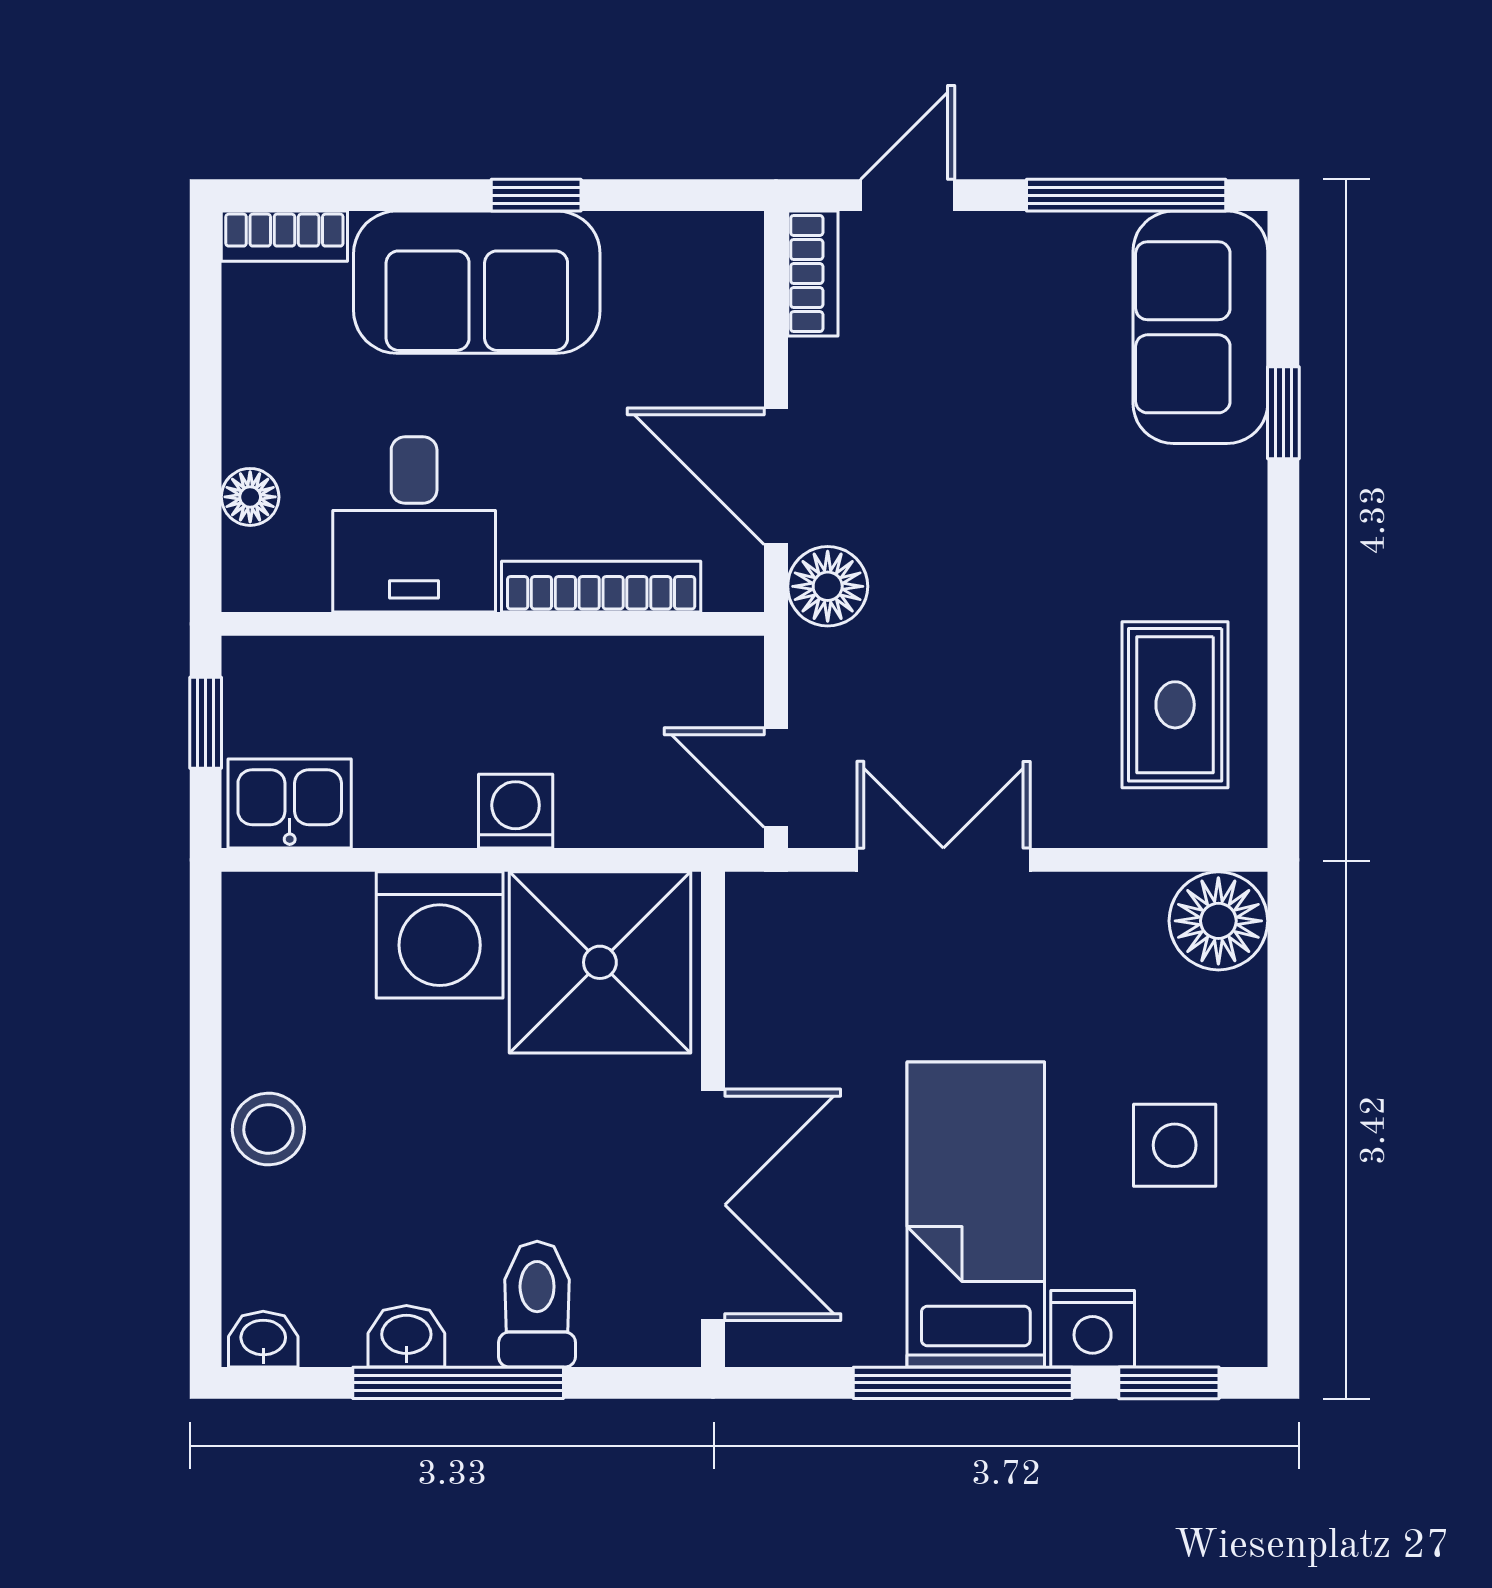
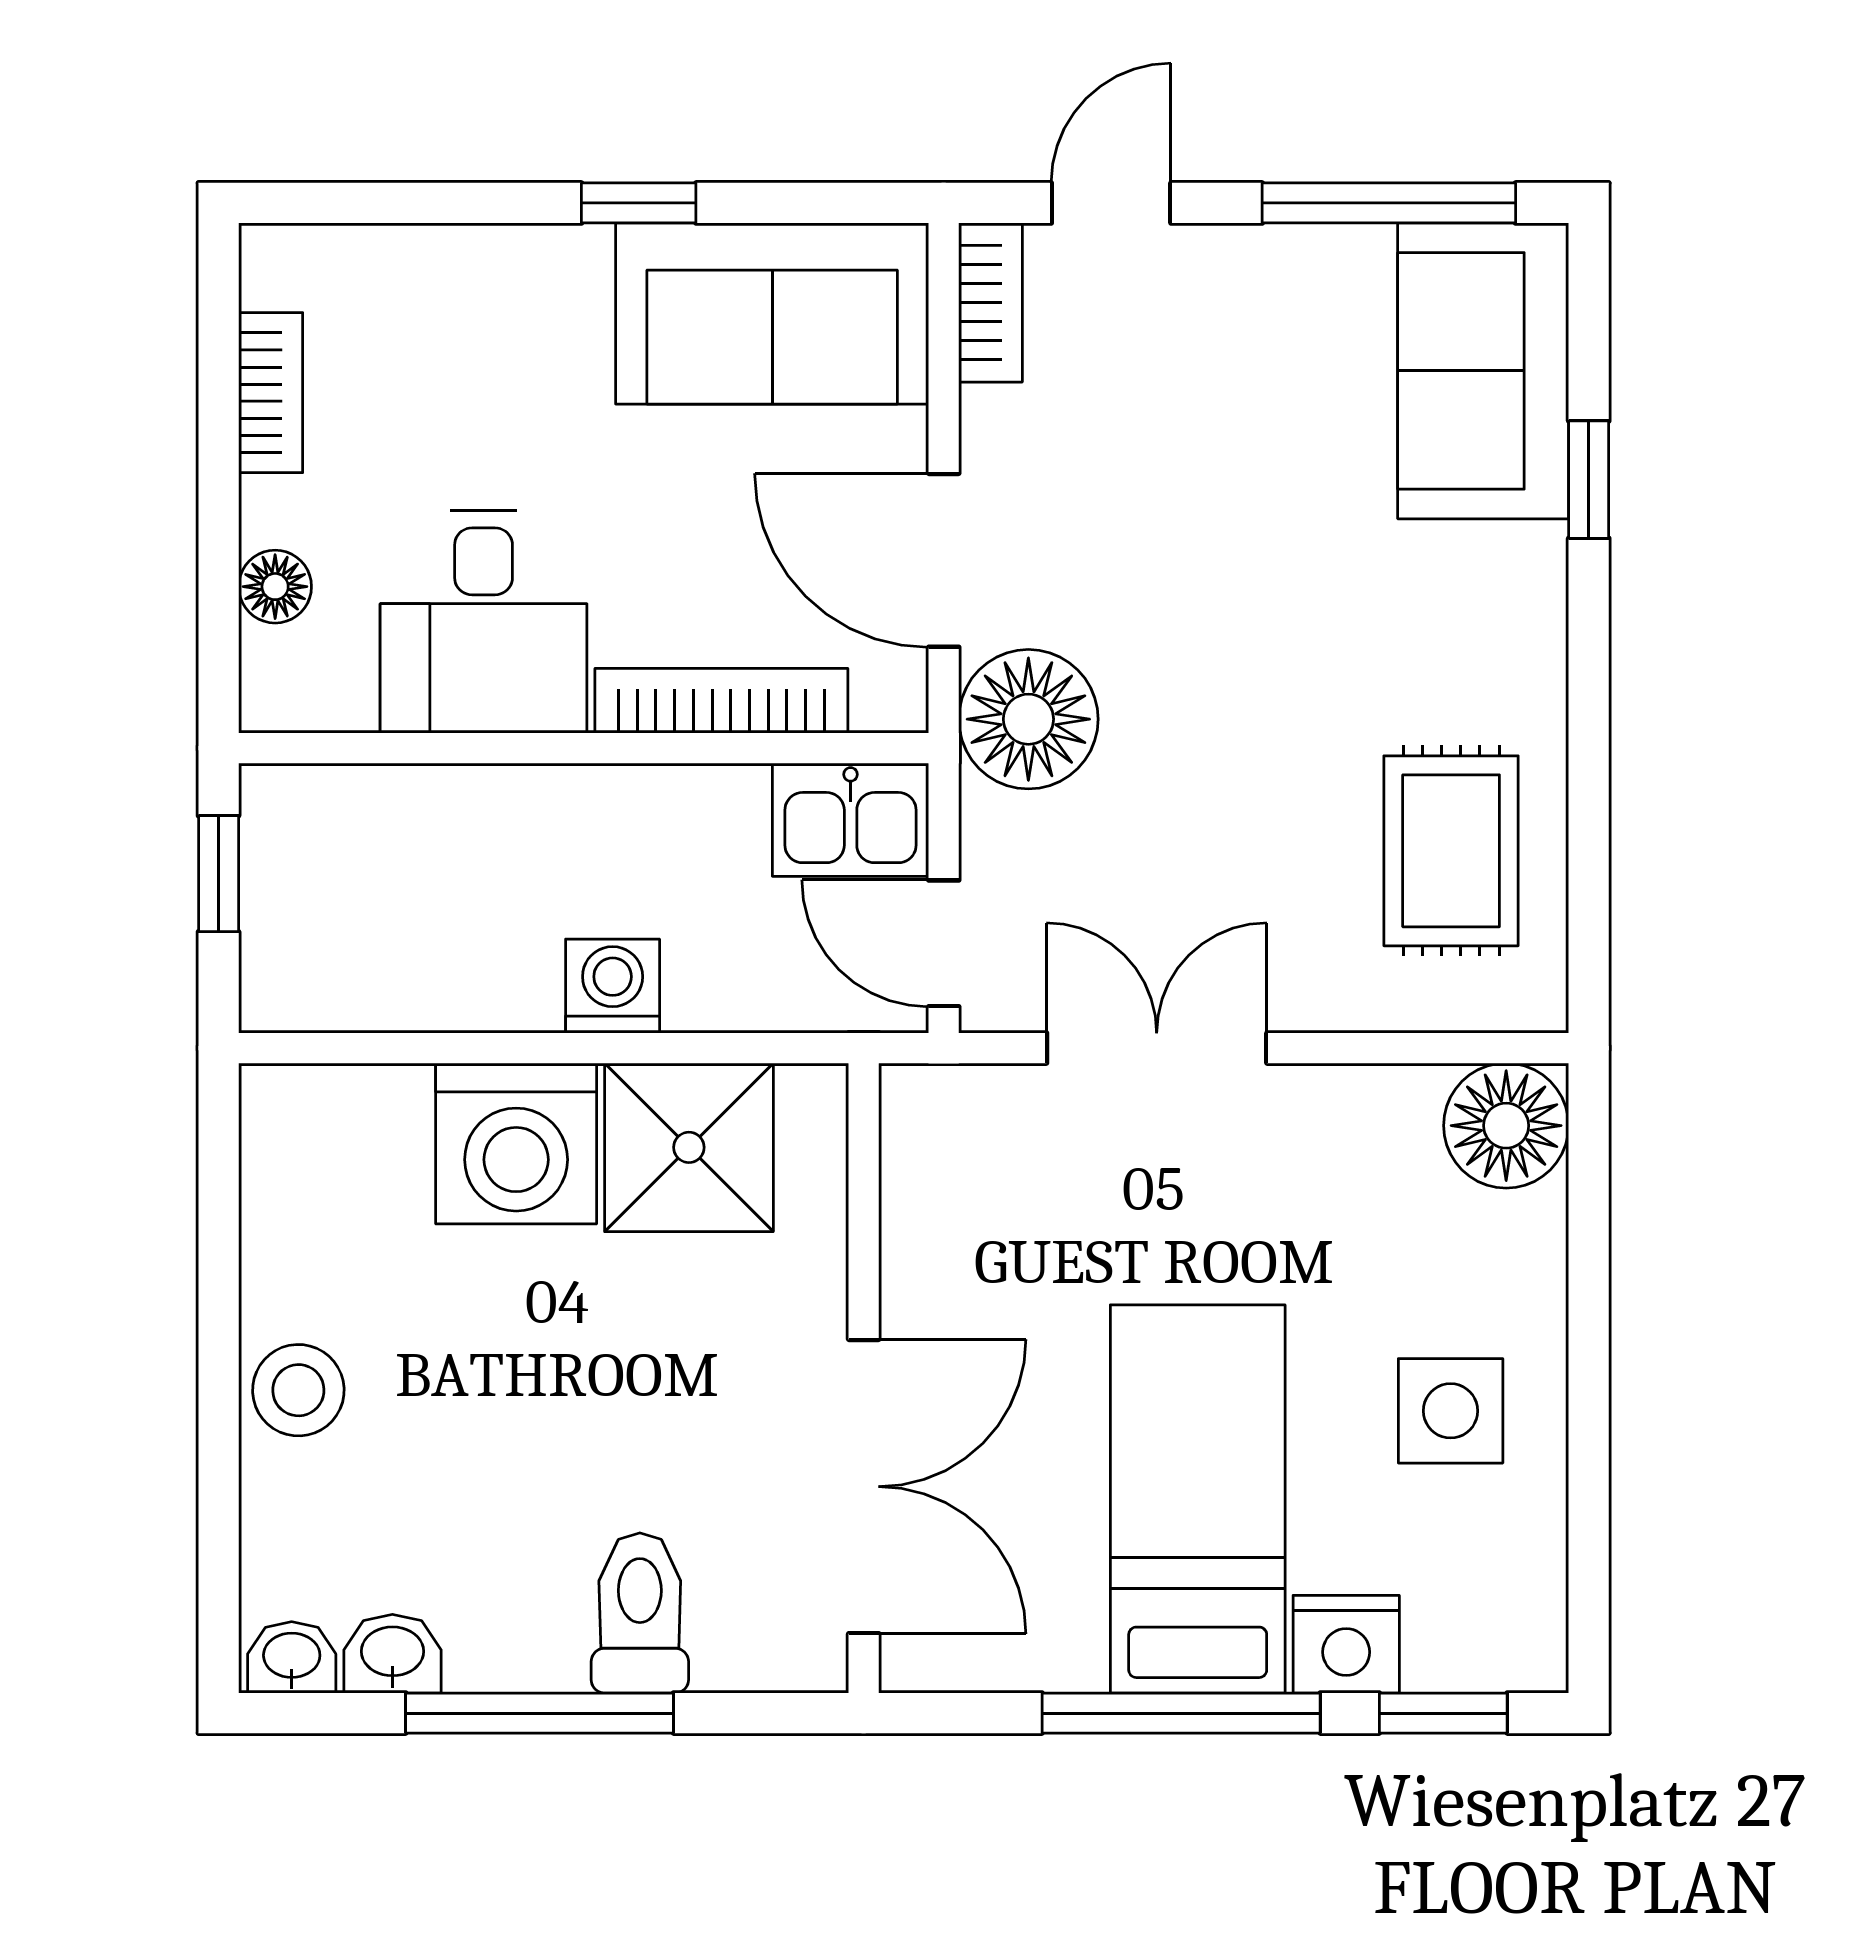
bookcase: (284, 236) -> (271, 393), moved, turned -90
sofa: (477, 282) -> (772, 314), moved
floor lamp: (828, 586) -> (1028, 719), width x1.38, depth x1.38
kitchen sink: (290, 804) -> (851, 820), moved, turned 180
shower: (600, 962) -> (689, 1147), width x0.73, depth x0.73
washbasin: (406, 1336) -> (392, 1654), moved

